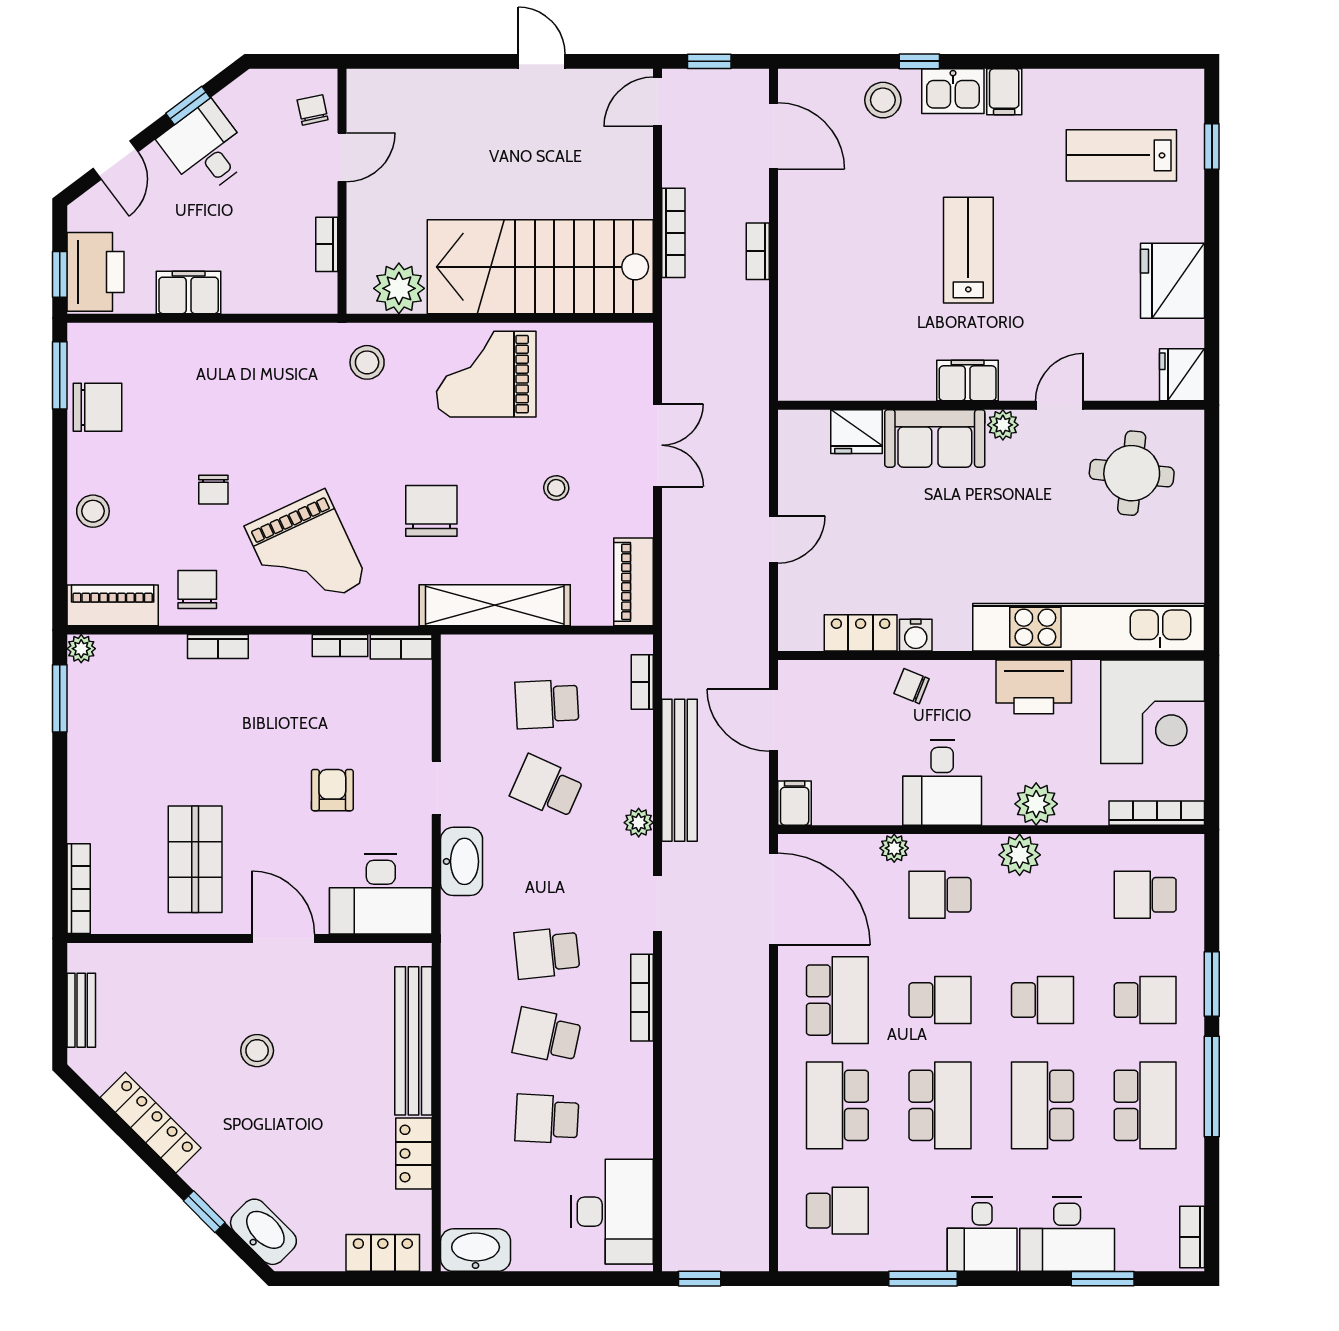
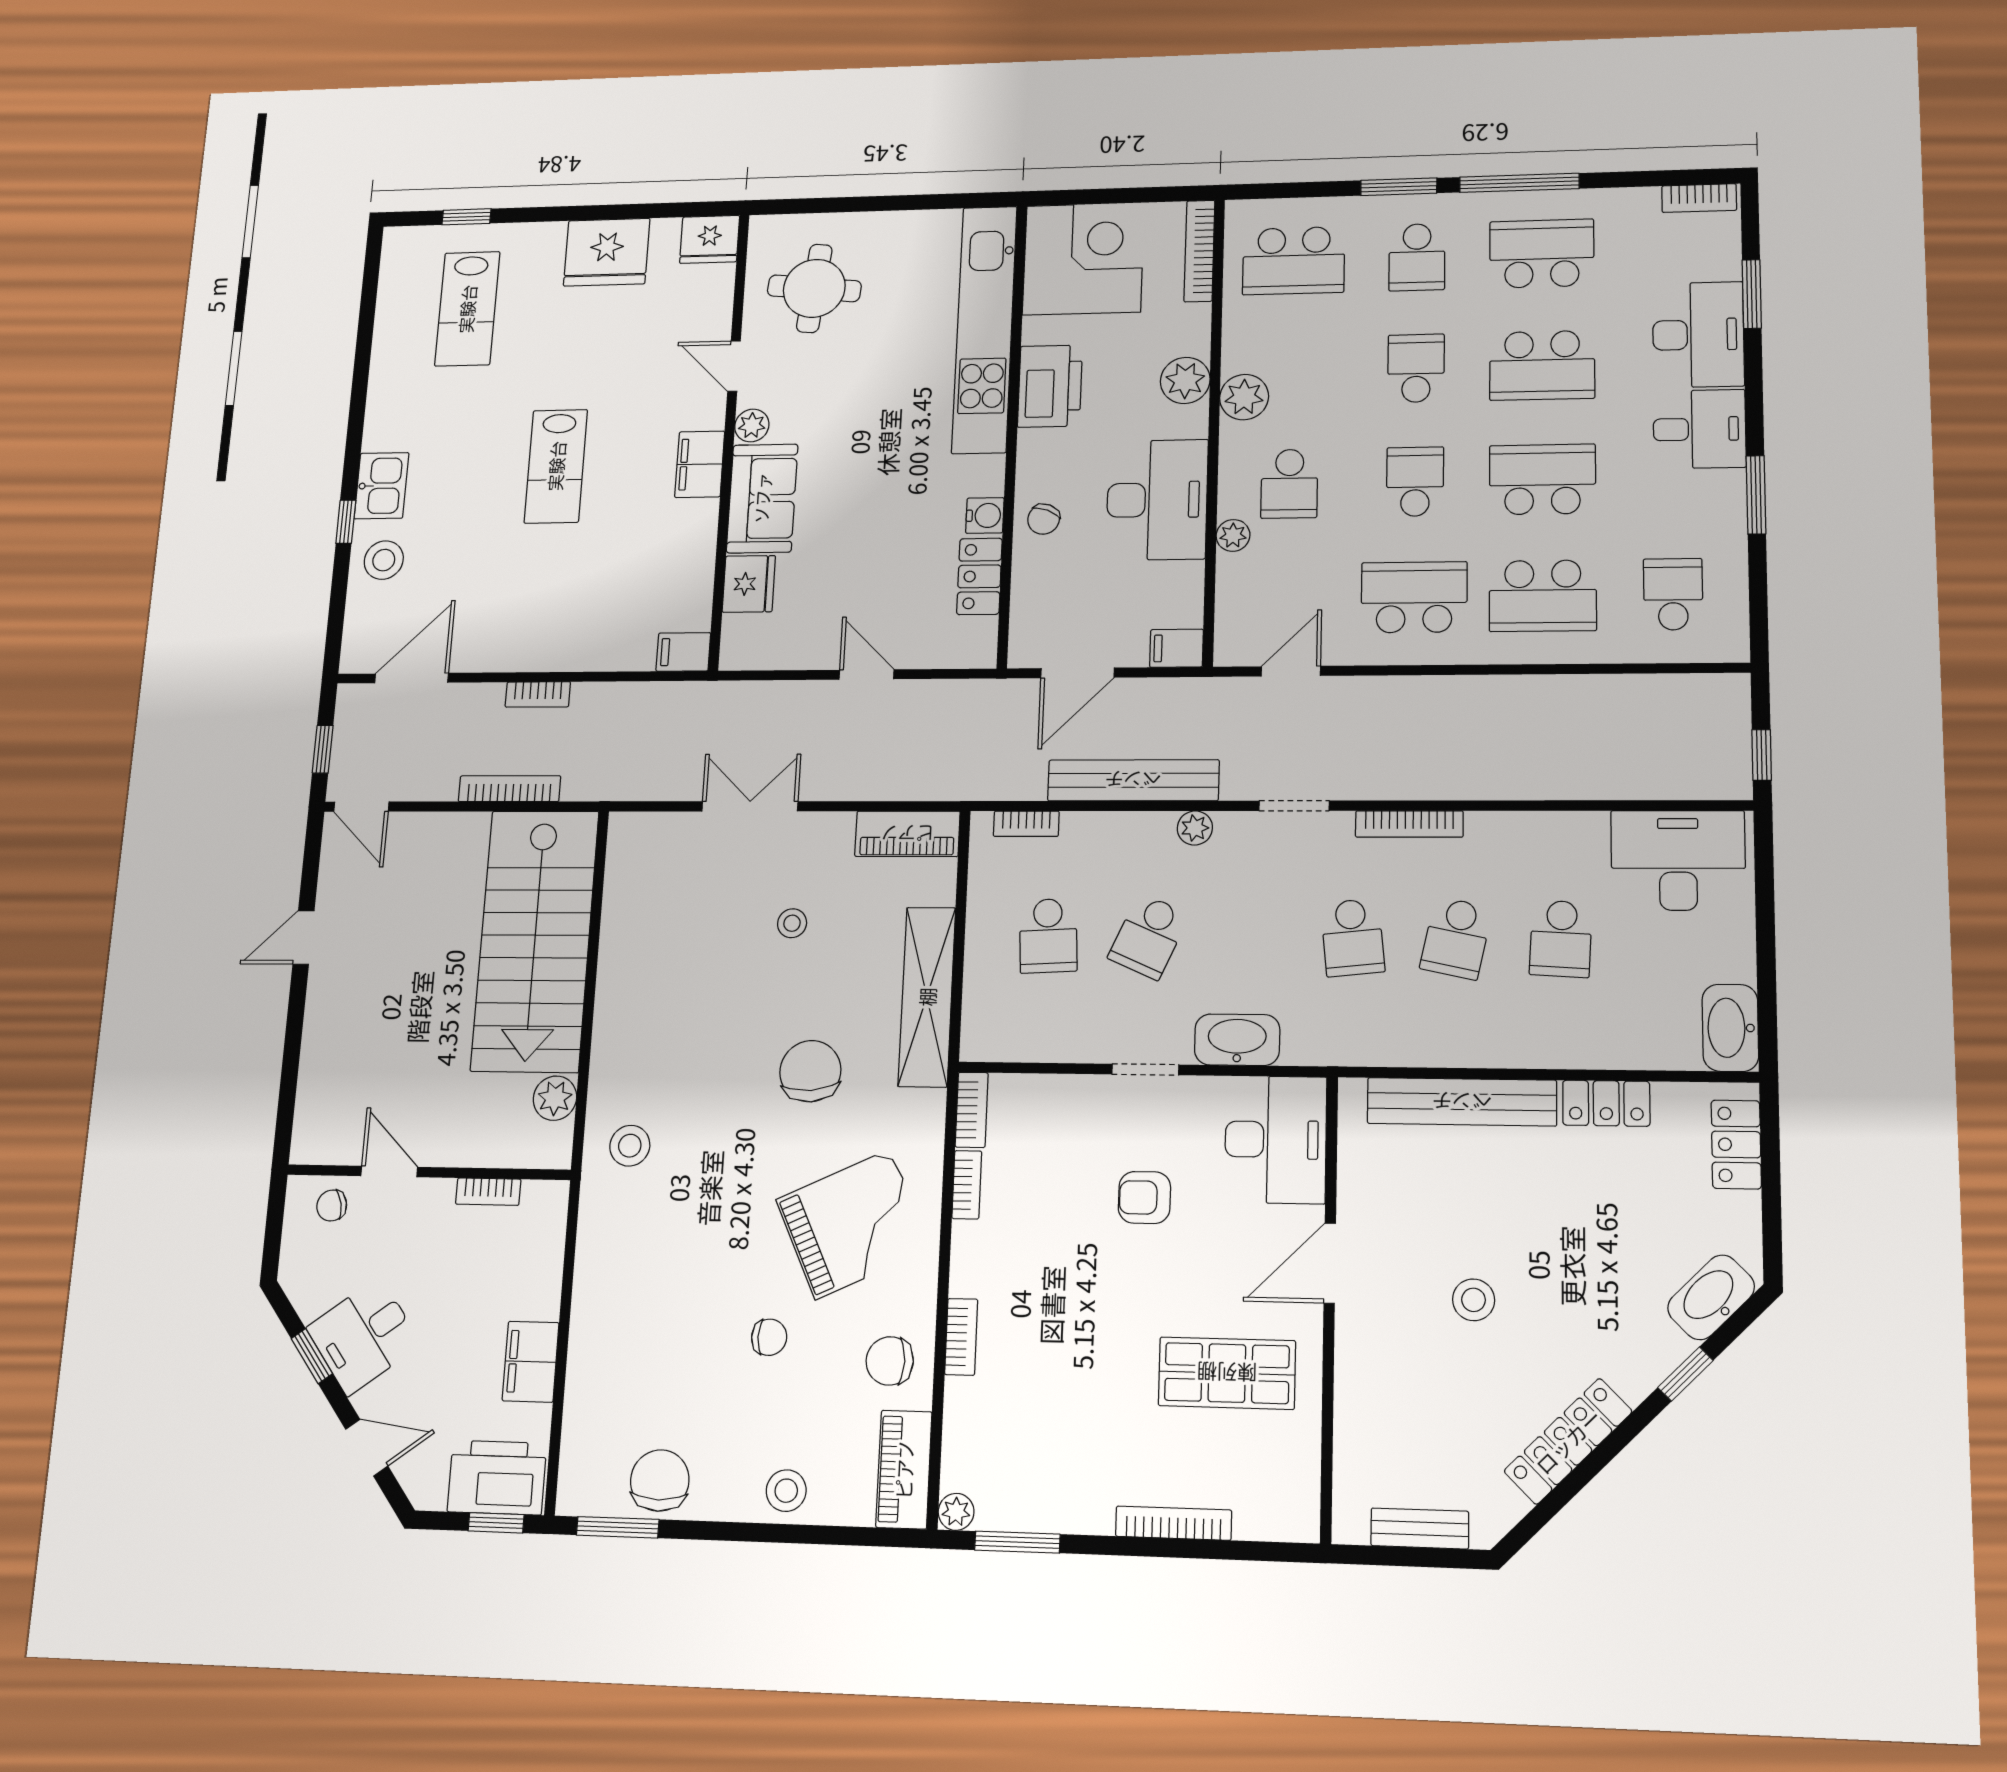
filing cabinet: (1004, 92) -> (683, 652), moved, turned 180
lab bench: (968, 250) -> (556, 466), turned -90
plant: (399, 288) -> (555, 1098), width x0.73, depth x0.73
grand piano: (486, 374) -> (654, 1004), removed
chair: (431, 511) -> (810, 1071), turned 85
desk: (942, 783) -> (1157, 500), width x1.37
bookcase: (79, 889) -> (1174, 1523), moved
school desk: (1145, 895) -> (1294, 261), width x1.85
door: (774, 899) -> (1291, 671), width x0.53
school desk: (1145, 1000) -> (1417, 257), turned 180

